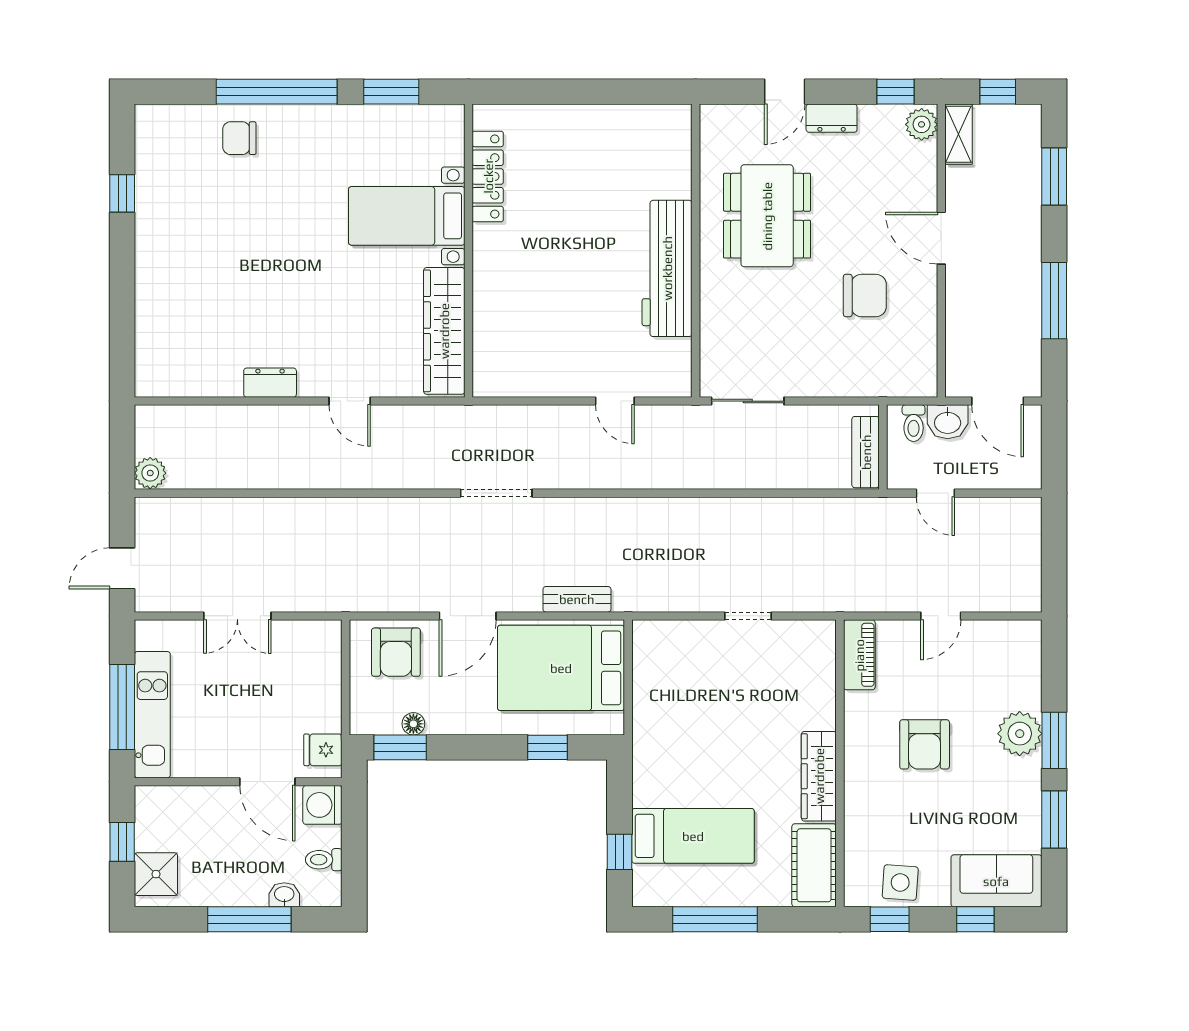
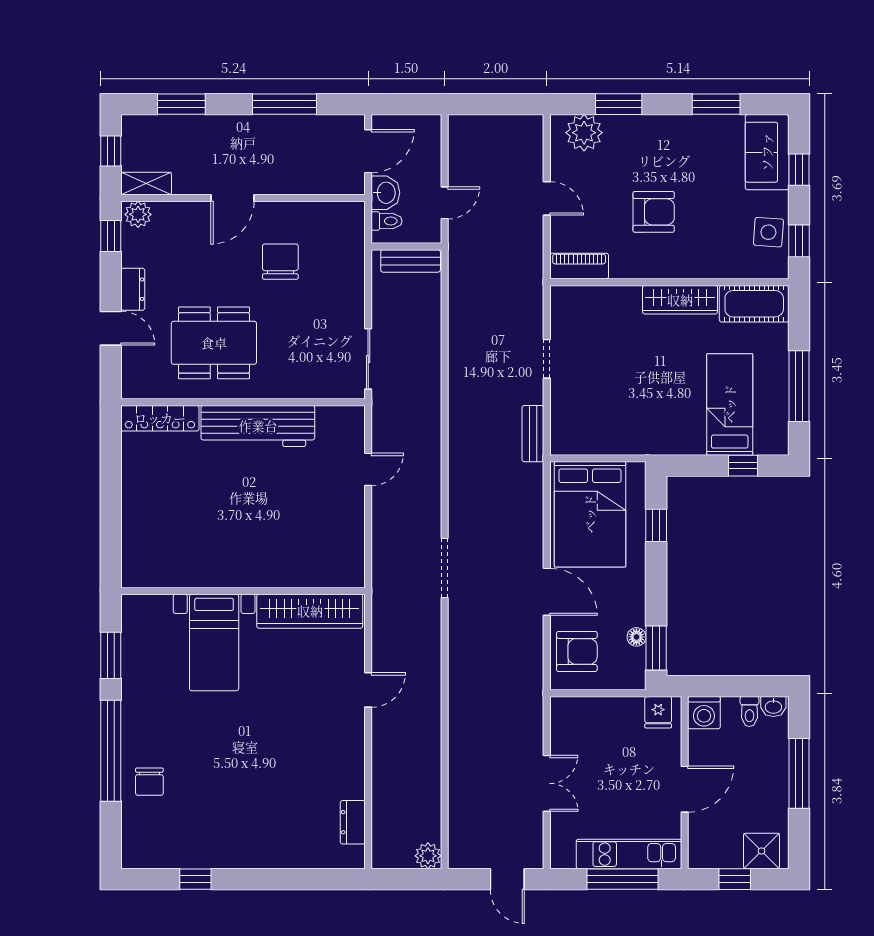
locker: (488, 176) -> (160, 418), moved, turned 180
dresser: (270, 383) -> (353, 822), moved
bench: (577, 599) -> (533, 434), moved
plant: (1020, 734) -> (584, 133), moved
window: (1054, 740) -> (619, 104), moved
door: (267, 782) -> (685, 789), moved
washbasin: (284, 895) -> (773, 706), moved, turned -90

